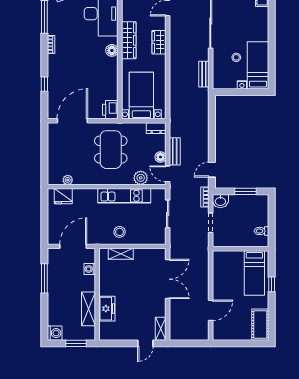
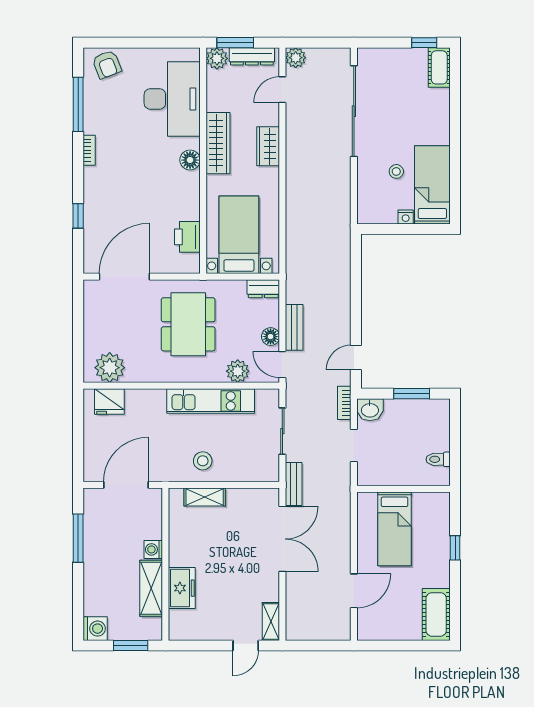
bench: (204, 74) -> (294, 484), moved
printer: (110, 110) -> (187, 237), moved
plant: (68, 180) -> (110, 368), width x1.87, depth x1.87
washing machine: (90, 269) -> (153, 549), moved
bed: (254, 273) -> (395, 529), moved

